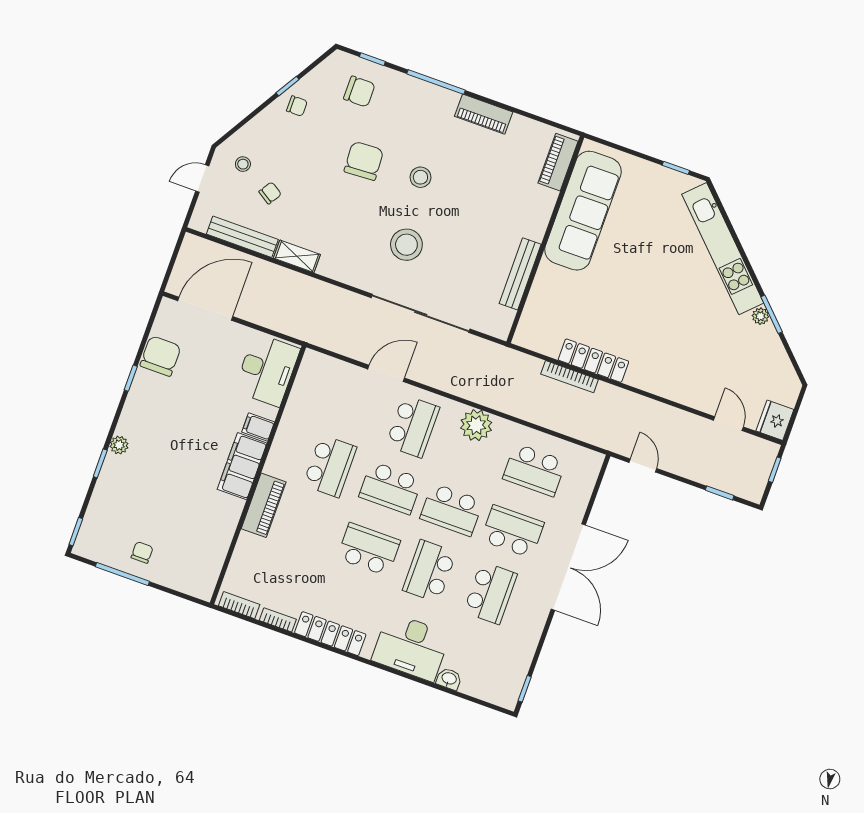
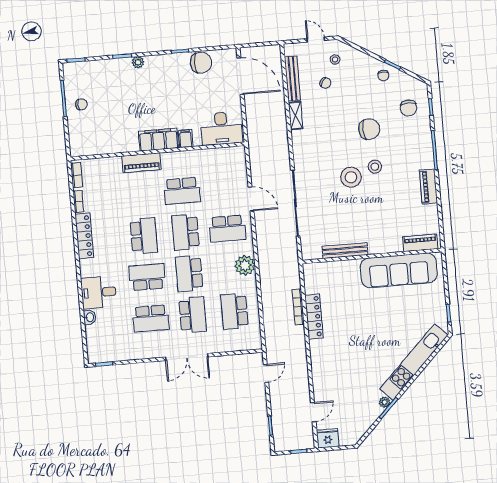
stool: (406, 245) -> (351, 177), moved
double door: (568, 567) -> (187, 357), width x0.73
desk: (411, 647) -> (99, 292), width x0.73

